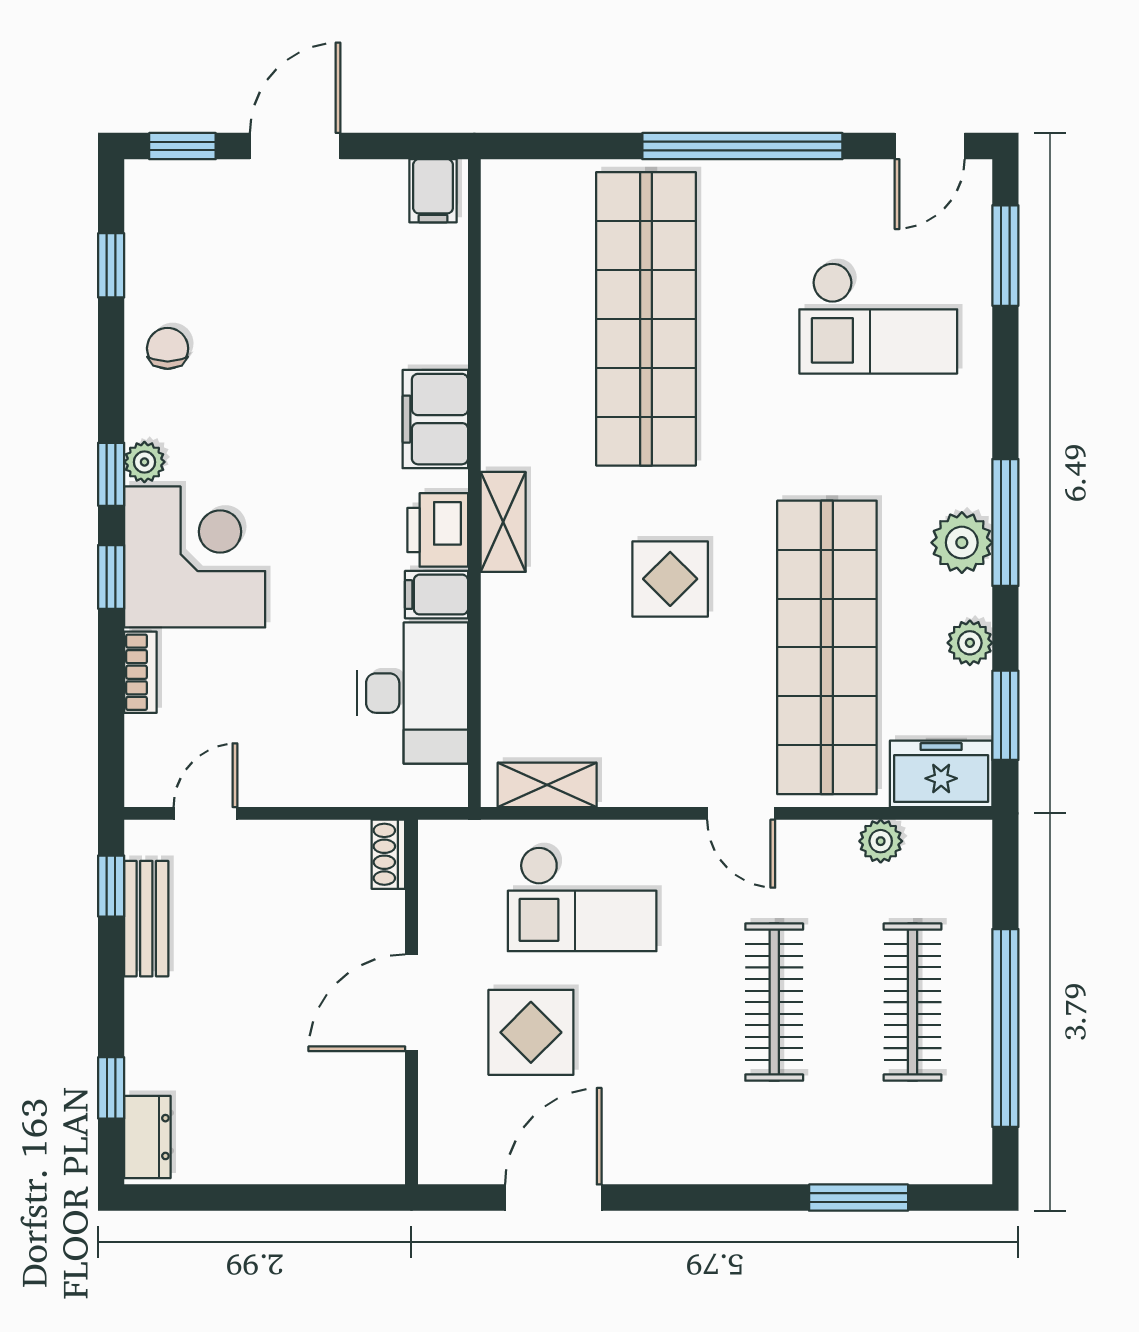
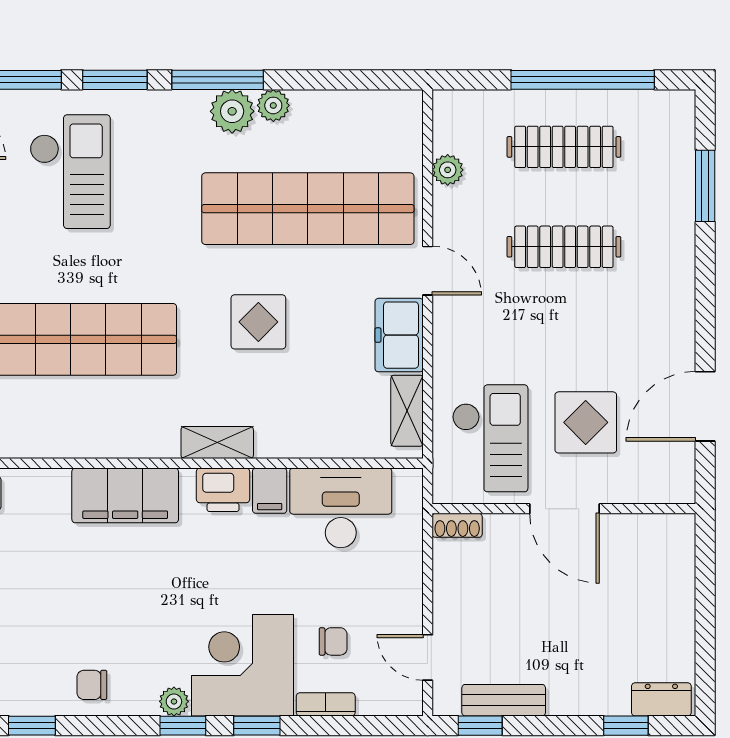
filing cabinet: (435, 419) -> (125, 495), width x1.50, depth x1.17
plant: (970, 643) -> (273, 105), moved
chair: (228, 682) -> (333, 641), added
window: (1005, 715) -> (115, 80), moved
freezer: (941, 774) -> (399, 335), moved
door: (741, 813) -> (428, 271), hinge flipped
checkout: (582, 899) -> (490, 438), moved
door: (553, 1198) -> (705, 406), hinge flipped

